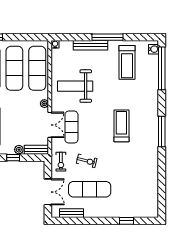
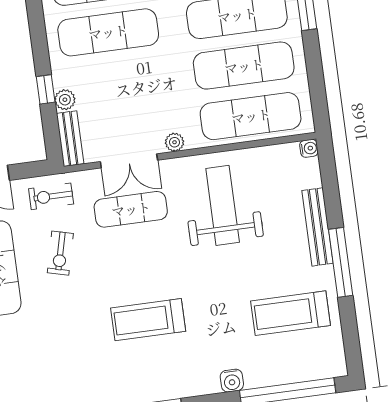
water cooler: (153, 49) -> (232, 381), moved
treadmill: (121, 126) -> (148, 320), turned 180

